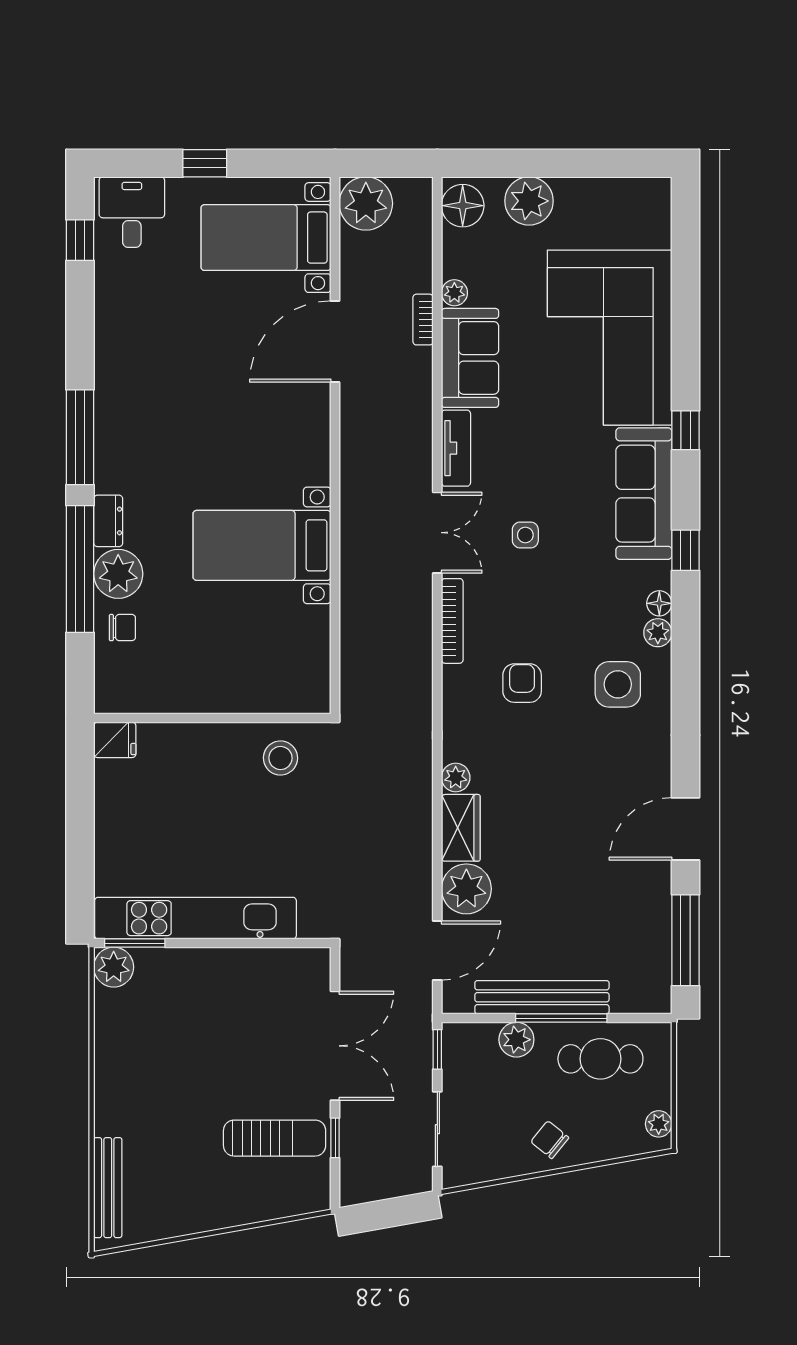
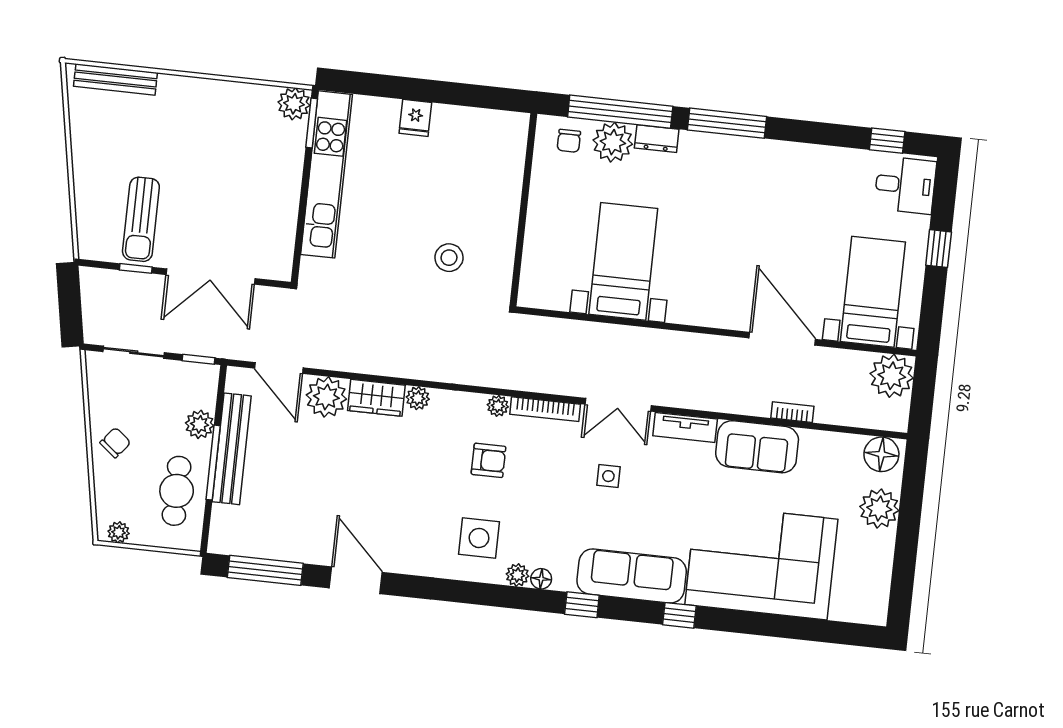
plant: (454, 293) -> (498, 406), moved
wall: (212, 718) -> (523, 210), moved
fridge: (115, 740) -> (415, 118), moved

